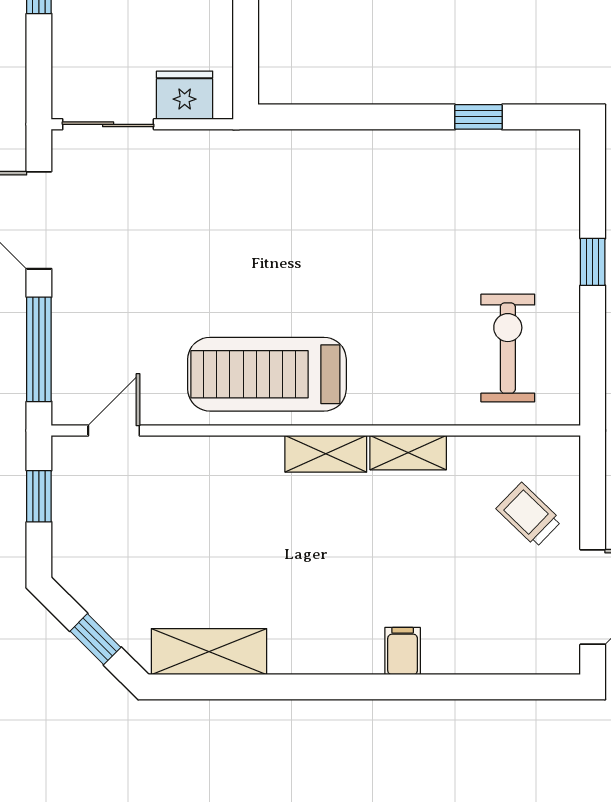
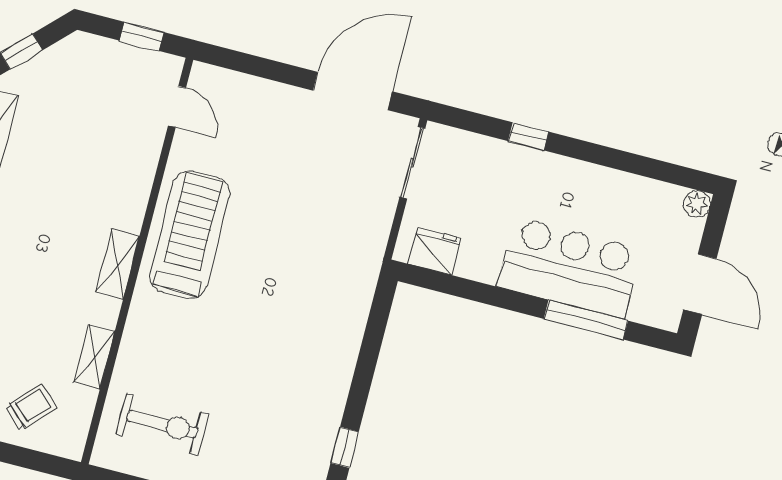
fridge: (185, 95) -> (435, 251), moved, turned -90
window: (39, 349) -> (254, 65), removed
shelving: (408, 453) -> (94, 357), moved

